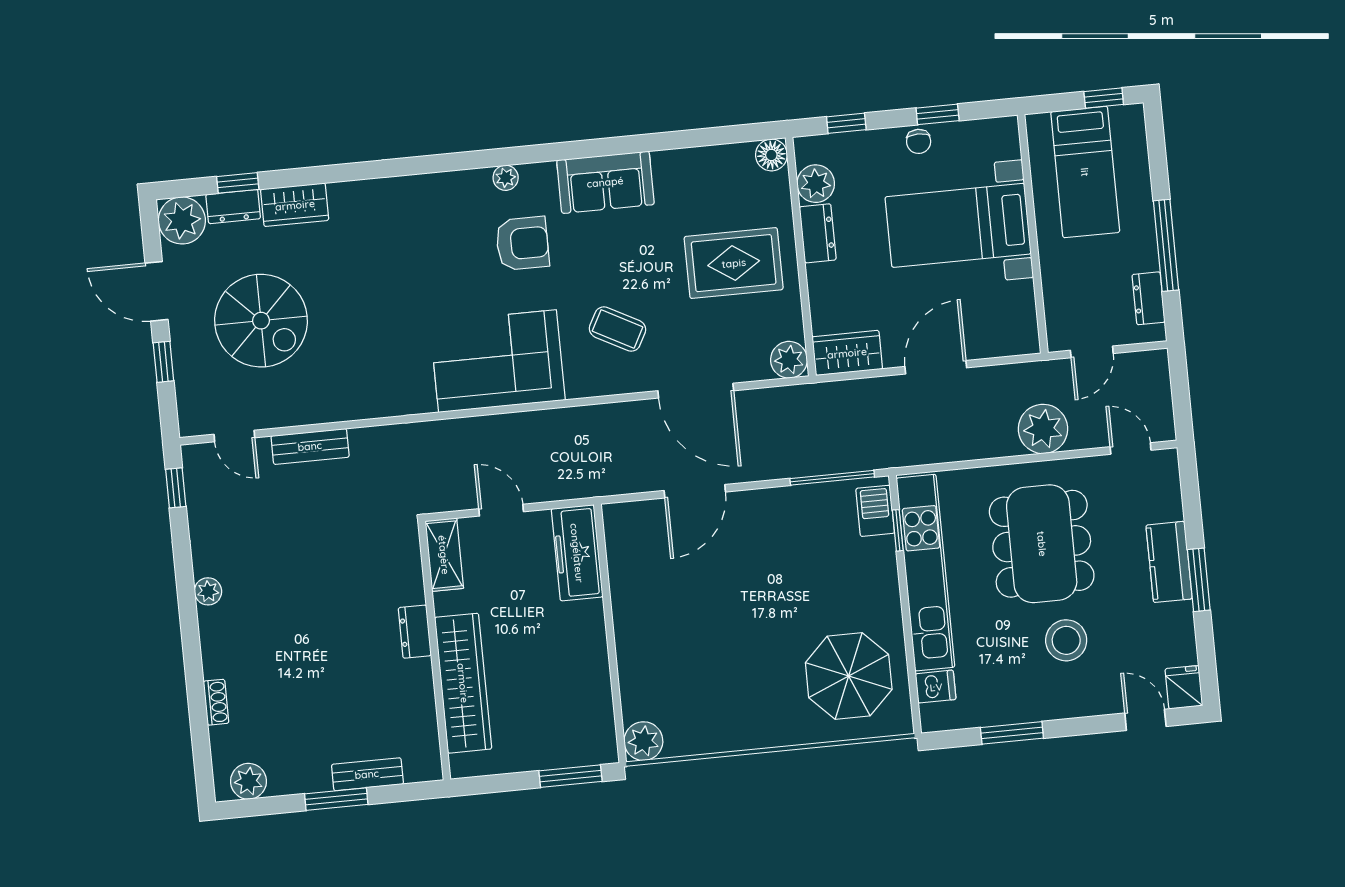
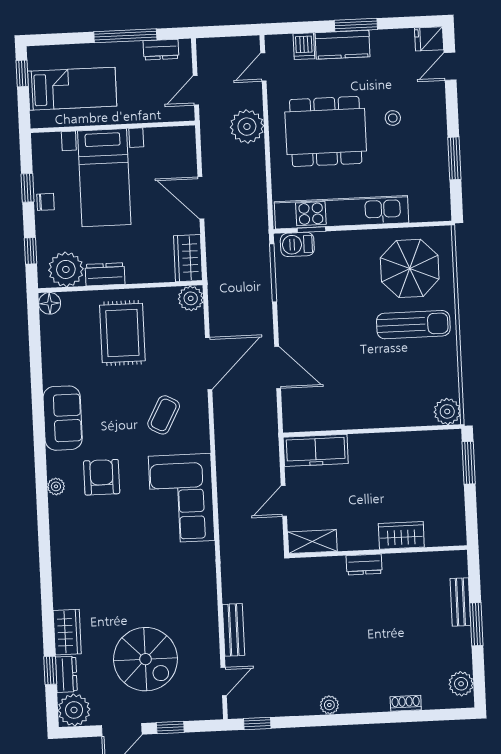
plant: (816, 184) -> (66, 269), width x1.36, depth x1.36
spiral stairs: (261, 321) -> (145, 659), turned 90
door: (1092, 352) -> (196, 90), swing flipped
stool: (1066, 640) -> (393, 118), width x0.53, depth x0.53
wardrobe: (463, 683) -> (401, 535), width x0.48, depth x0.85
sun lounger: (767, 686) -> (413, 325), added
dishwasher: (936, 687) -> (304, 46), moved, turned 180

